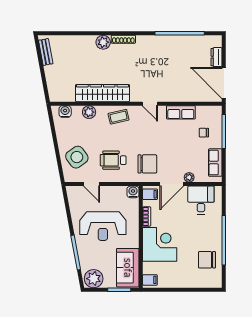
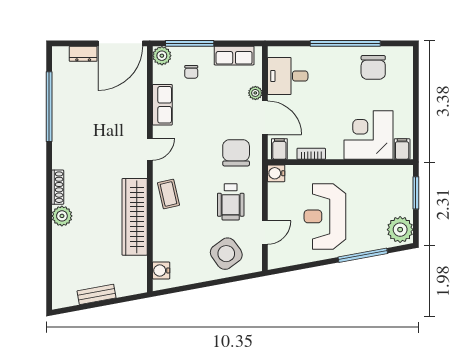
bench: (46, 52) -> (97, 294), moved
plant: (89, 112) -> (162, 56), moved
reception desk: (103, 226) -> (325, 216), turned 180
corner desk: (160, 244) -> (369, 135), moved
sofa: (128, 268) -> (384, 181), removed

